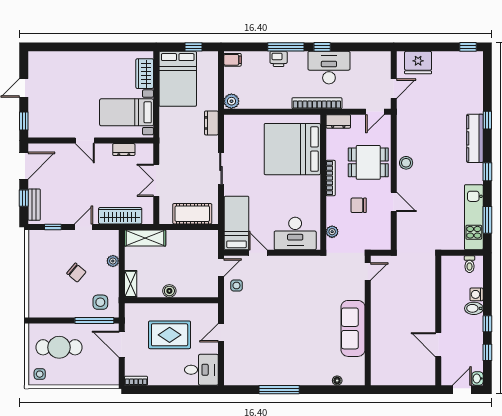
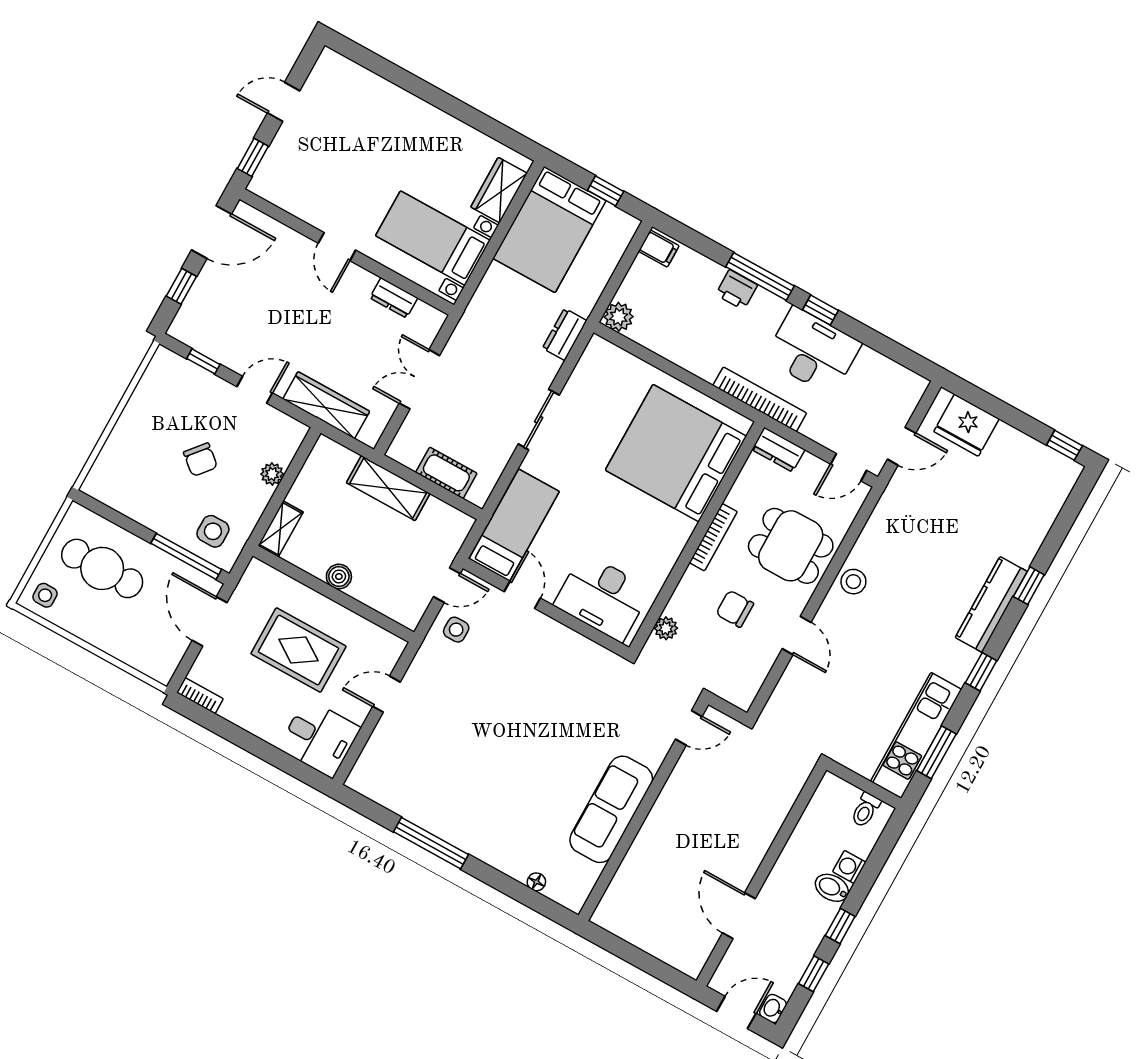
bench: (34, 205) -> (193, 307), removed
cot: (192, 214) -> (446, 473), width x0.73, depth x0.75
shelving: (145, 238) -> (388, 488), moved

